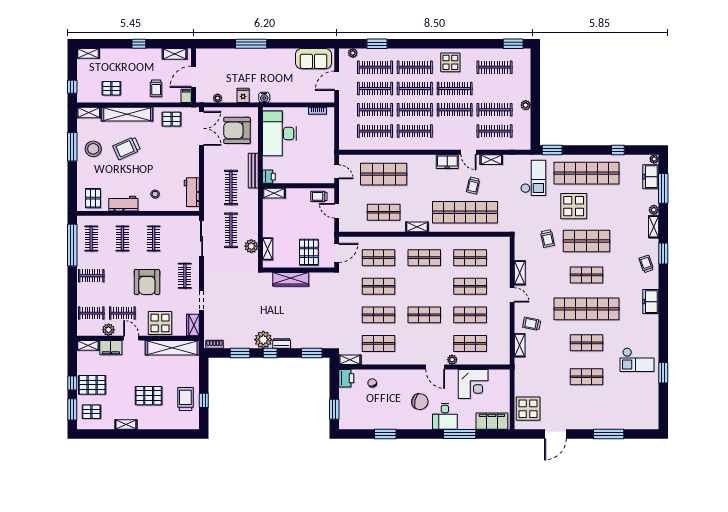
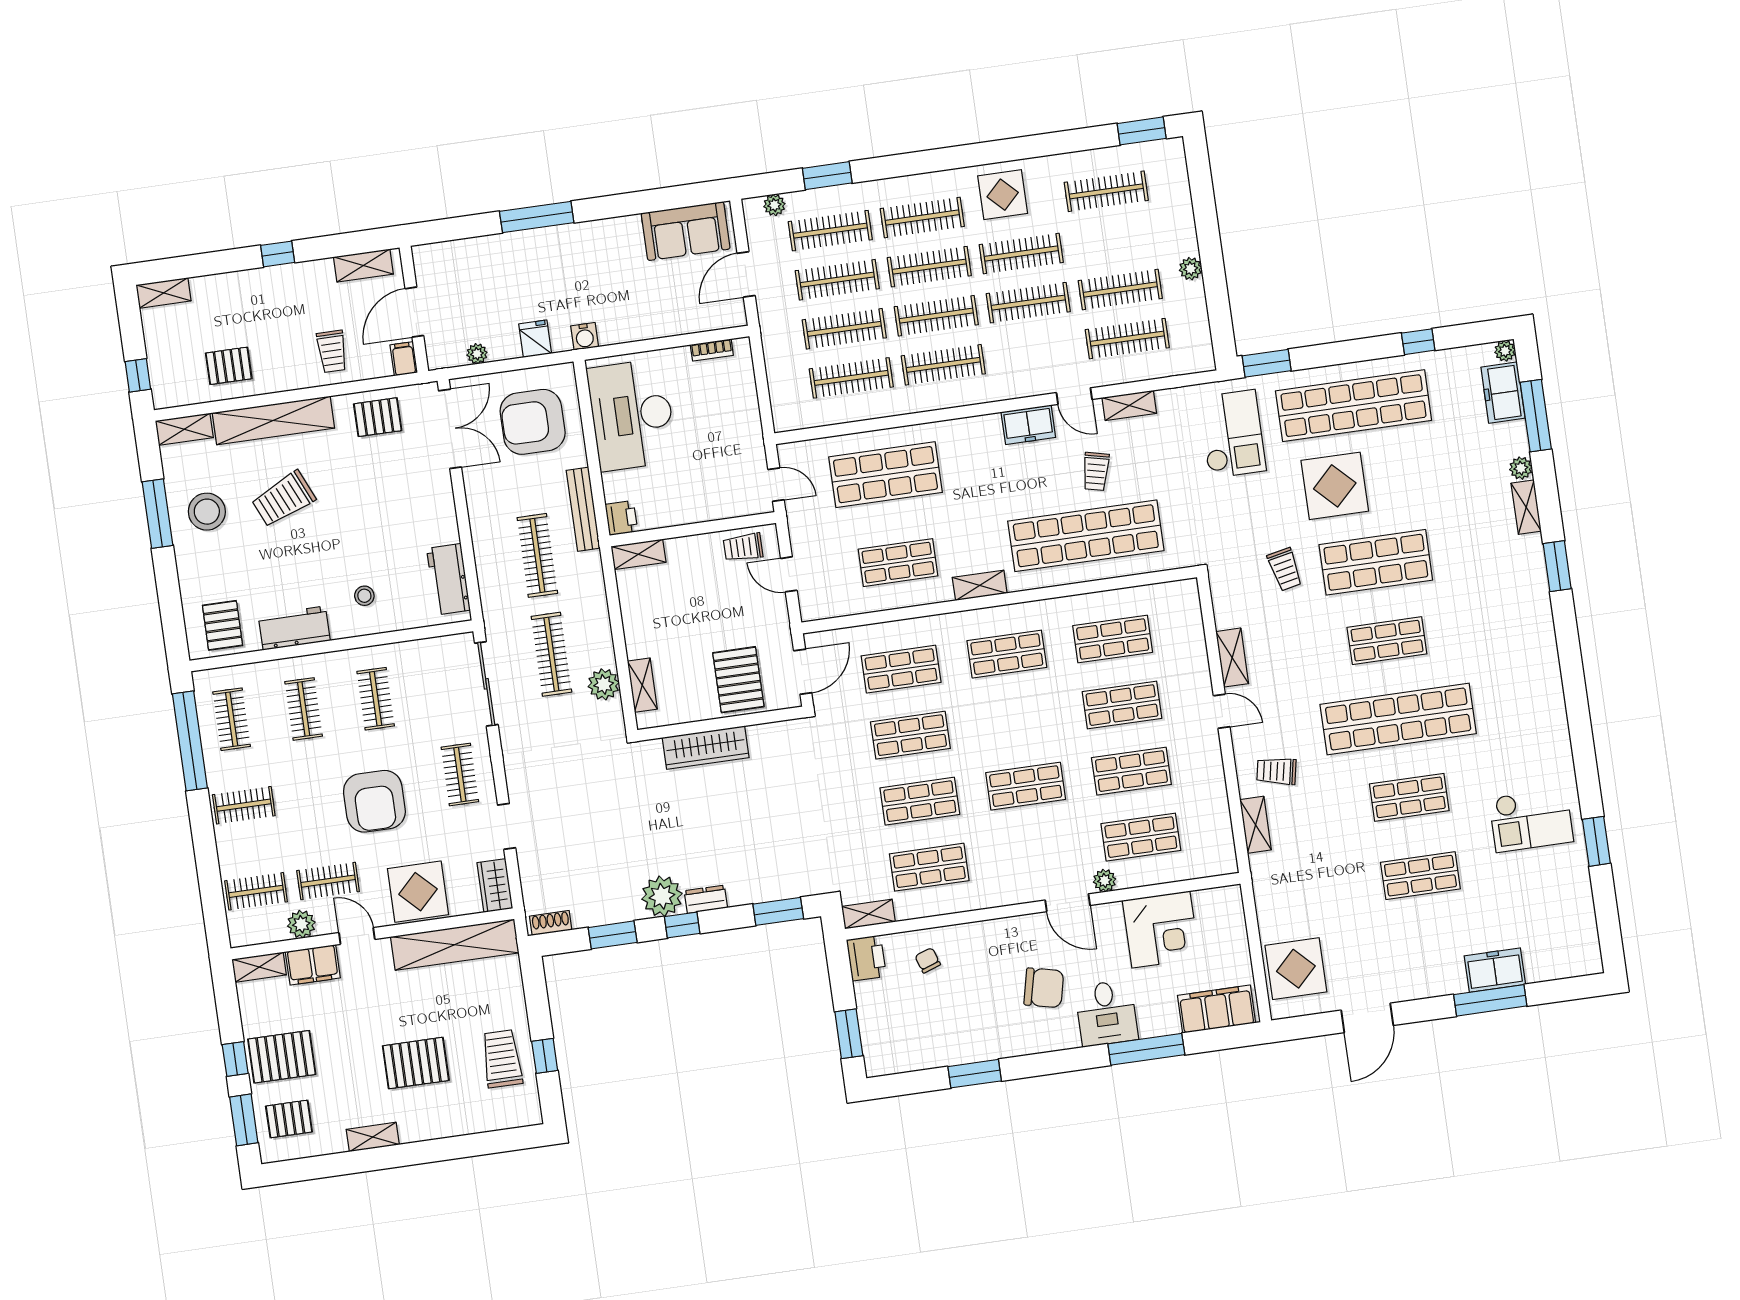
trolley: (646, 264) -> (1521, 595), removed
freezer: (651, 302) -> (1495, 970), moved, turned 90

